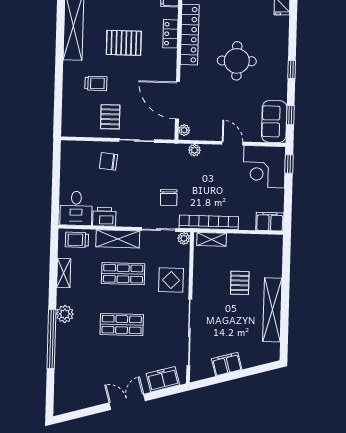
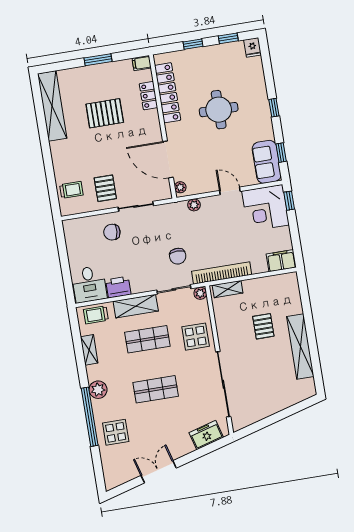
trolley: (96, 83) -> (71, 190), moved
display table: (74, 359) -> (116, 432), added
filing cabinet: (227, 364) -> (266, 408), removed
double door: (127, 402) -> (159, 472), moved

